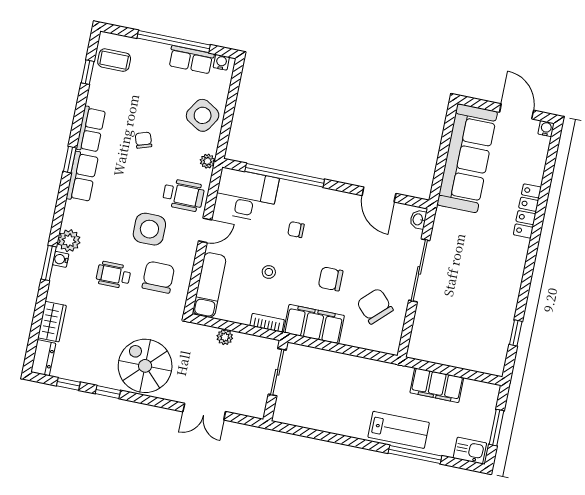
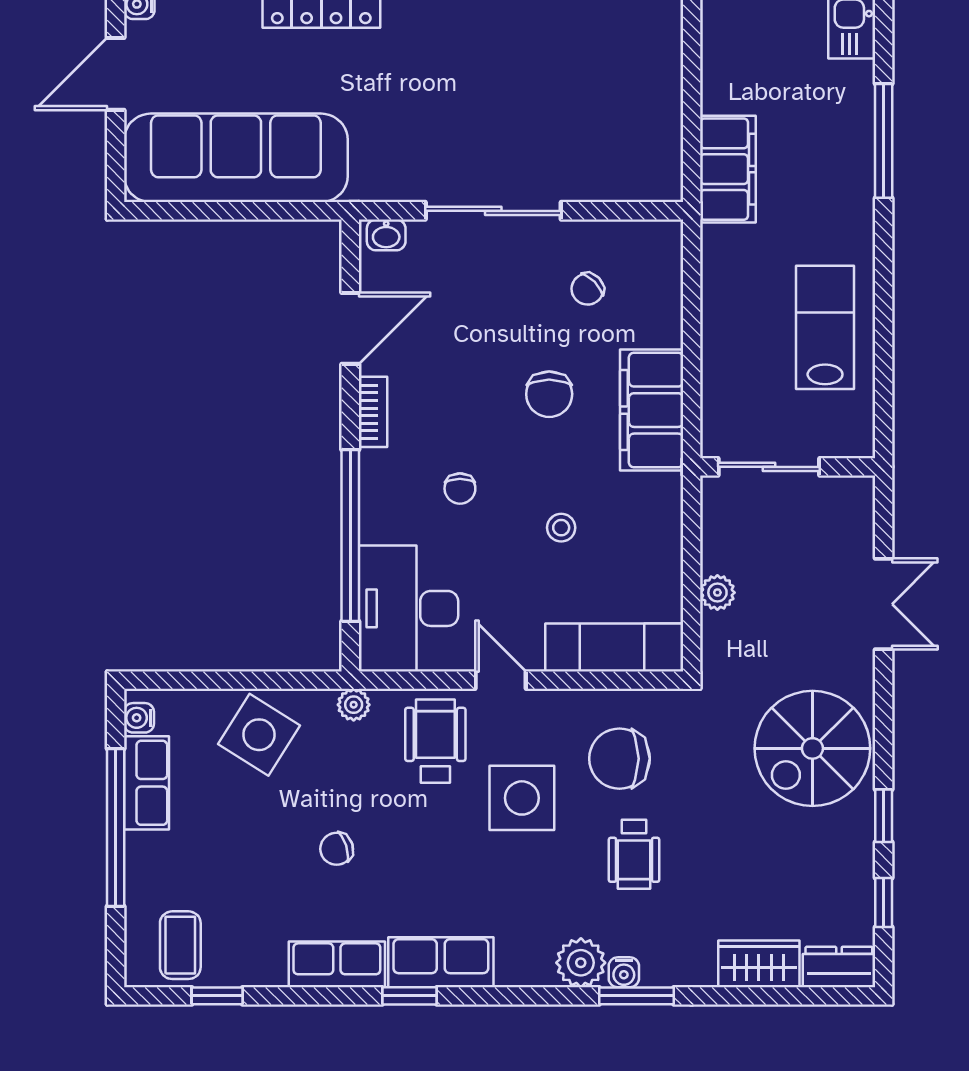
chair: (375, 306) -> (588, 289), width x0.54, depth x0.54
bookcase: (267, 323) -> (373, 412), moved, turned 180
filing cabinet: (437, 385) -> (728, 169), moved
lab bench: (399, 430) -> (825, 327), moved

